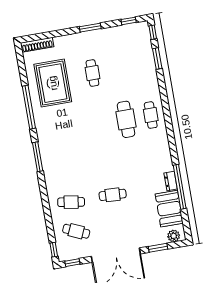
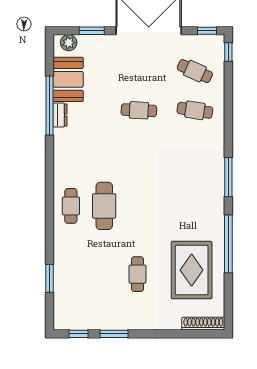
window: (90, 28) -> (114, 334), moved
window: (153, 32) -> (49, 314), removed

